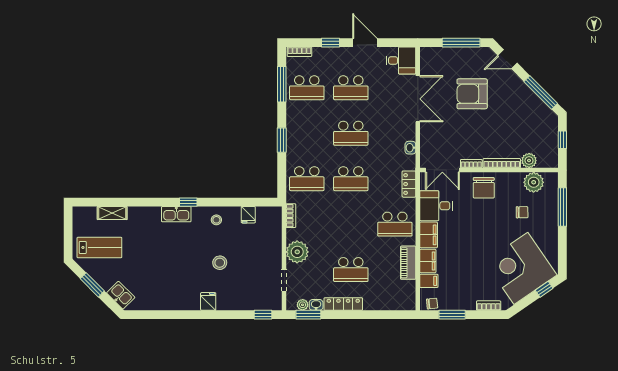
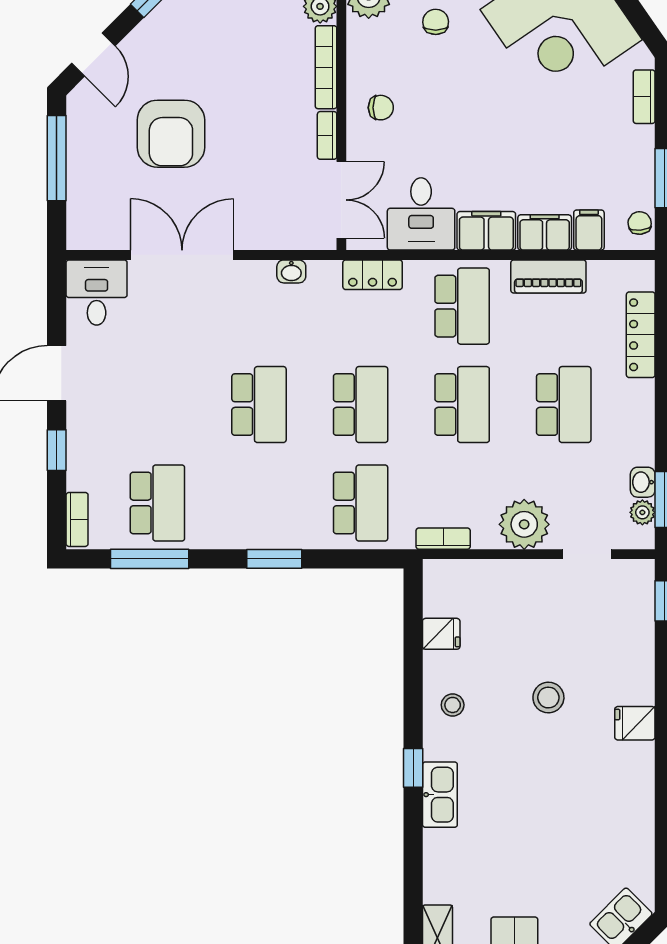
school desk: (351, 88) -> (462, 405), moved
chair: (484, 188) -> (381, 108), width x0.54, depth x0.54
locker: (343, 304) -> (641, 335), moved

